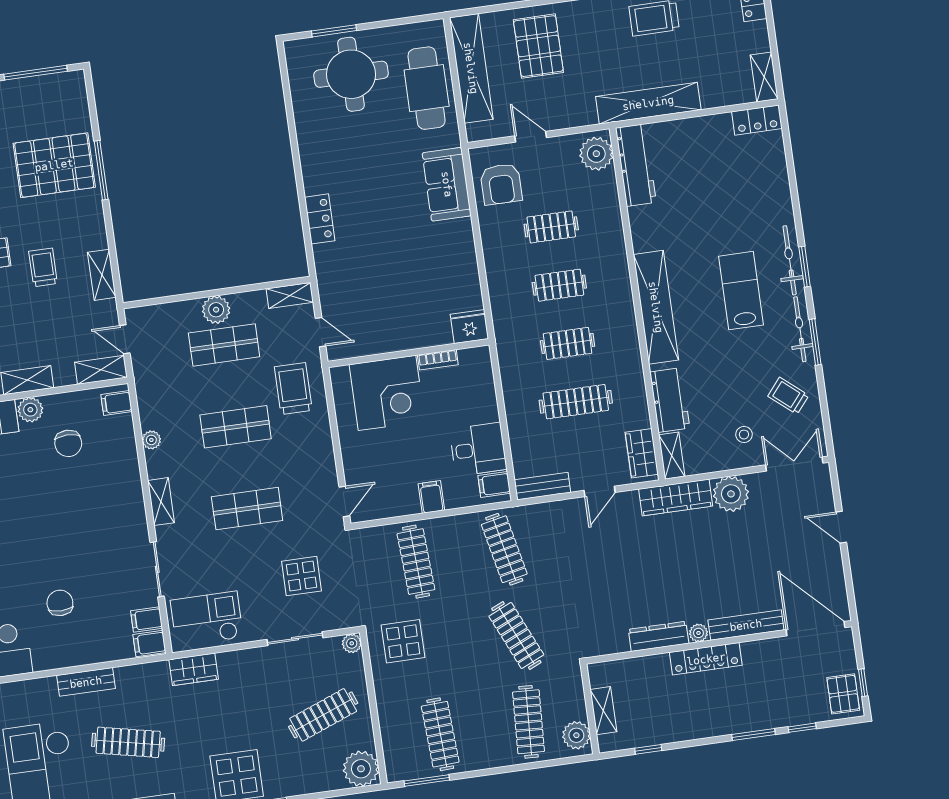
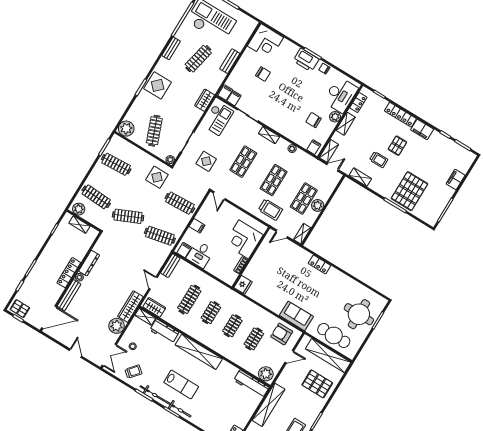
door: (841, 527) -> (76, 353), hinge flipped

